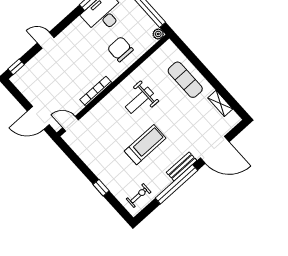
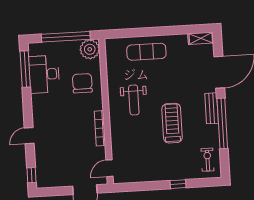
plant: (158, 34) -> (90, 49), width x1.88, depth x1.88
chair: (120, 49) -> (82, 83), turned 90
shelving: (220, 103) -> (201, 38), moved

